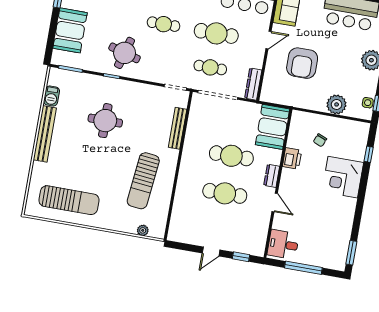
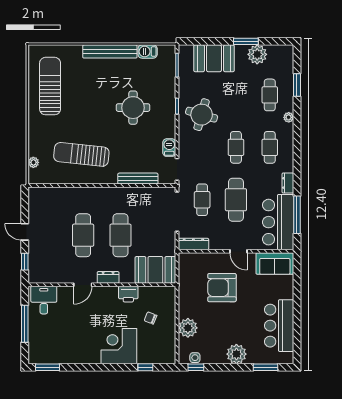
barbecue: (152, 91) -> (169, 148), added
sun lounger: (69, 200) -> (50, 86), turned 180

